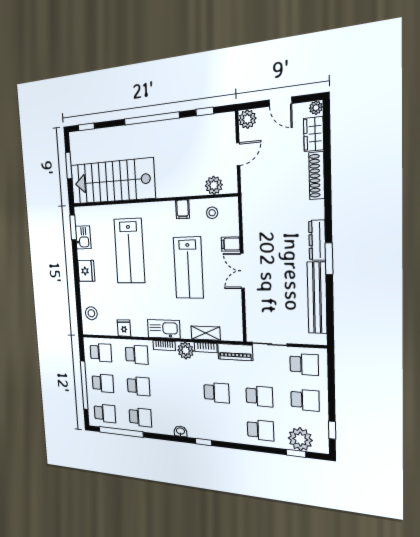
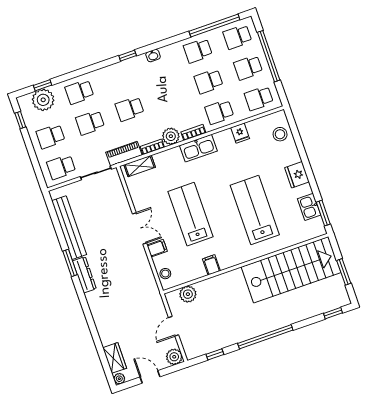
shoe rack: (317, 176) -> (102, 326), removed
stool: (212, 213) -> (165, 274), moved
shelving: (206, 333) -> (140, 166), moved

